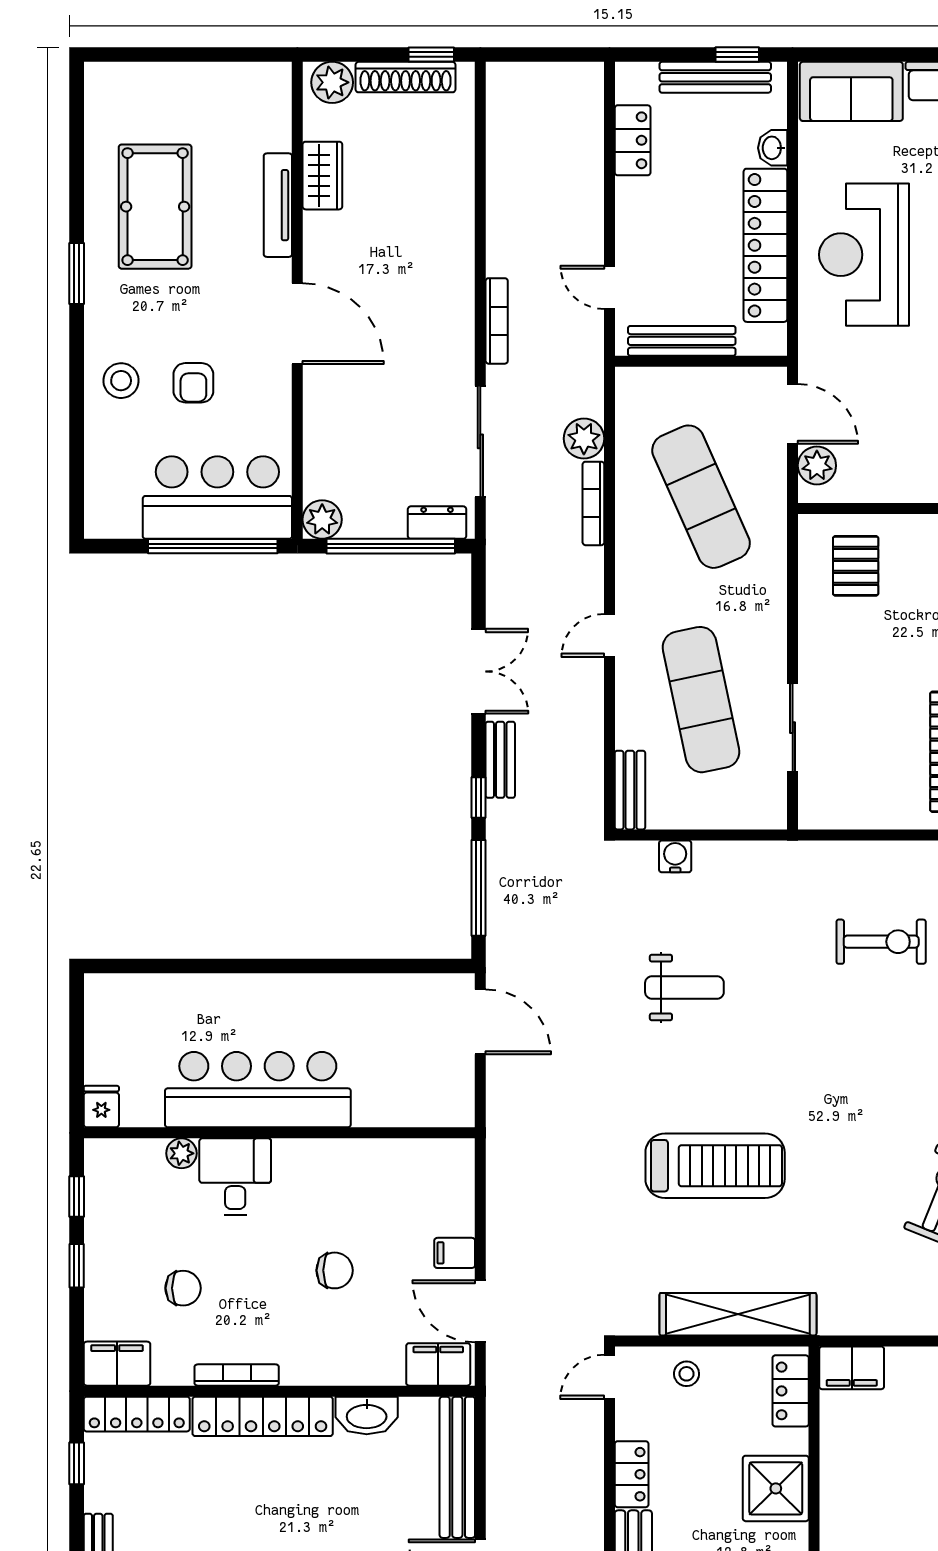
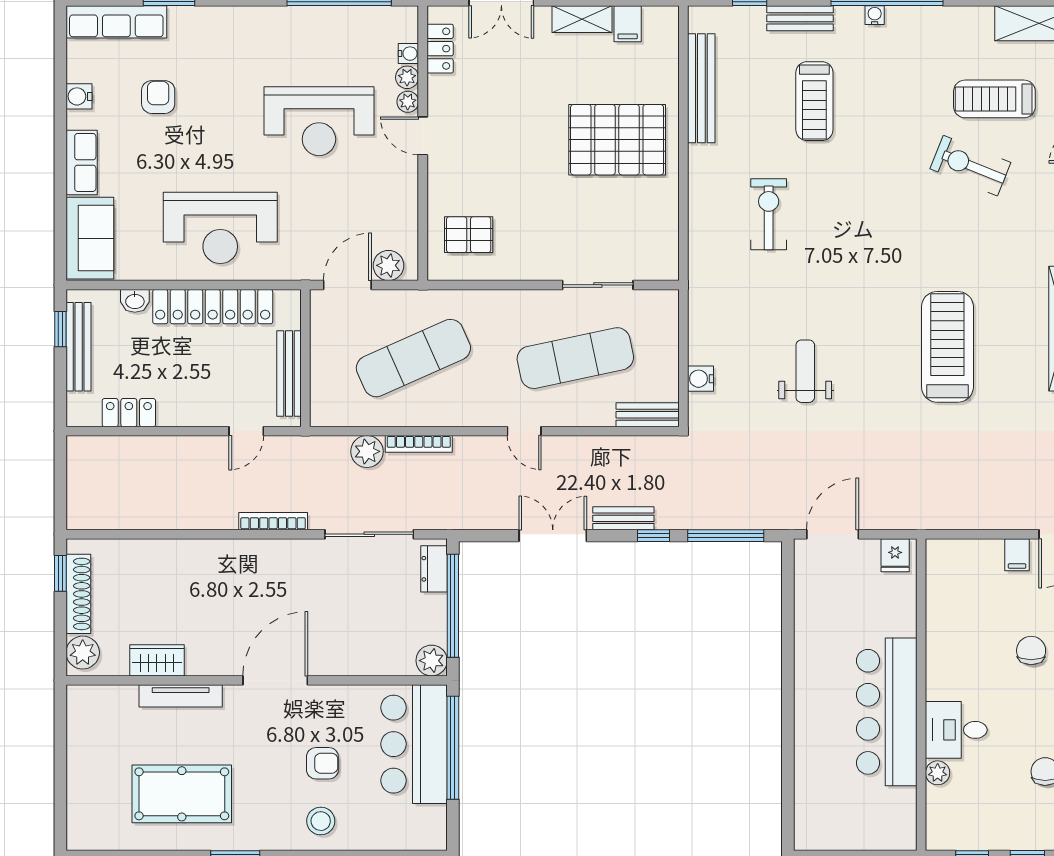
fridge: (101, 1107) -> (895, 555), moved, turned -90

